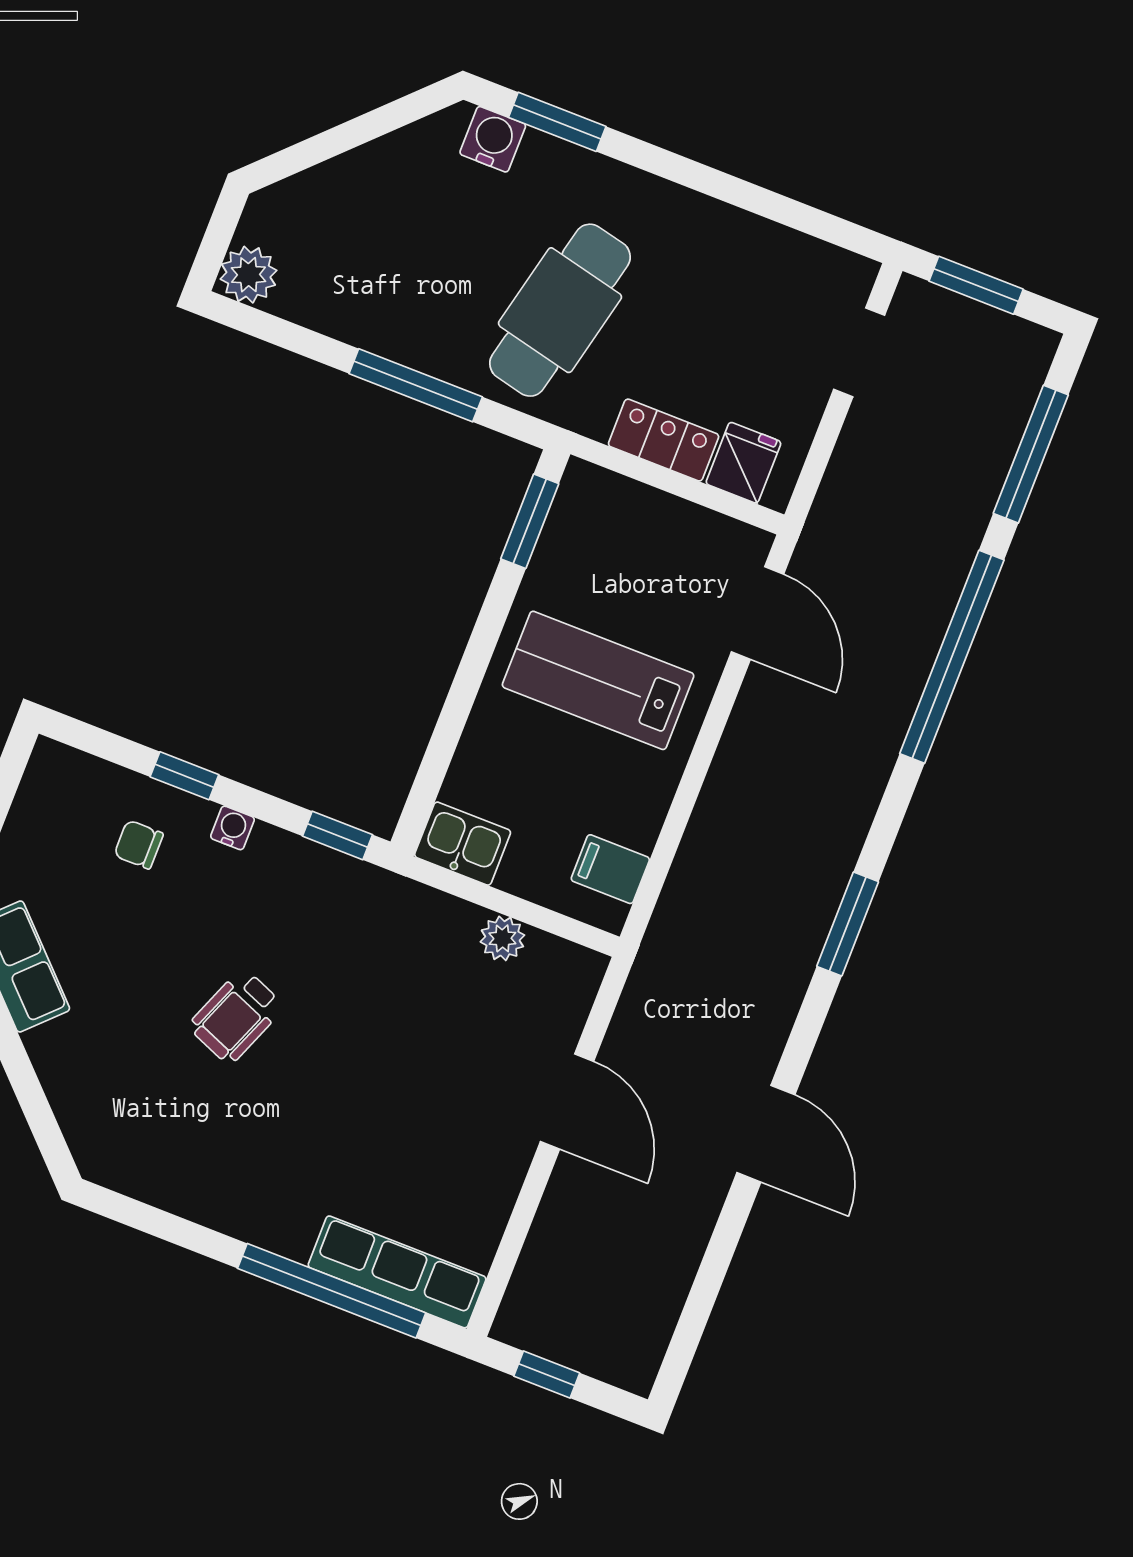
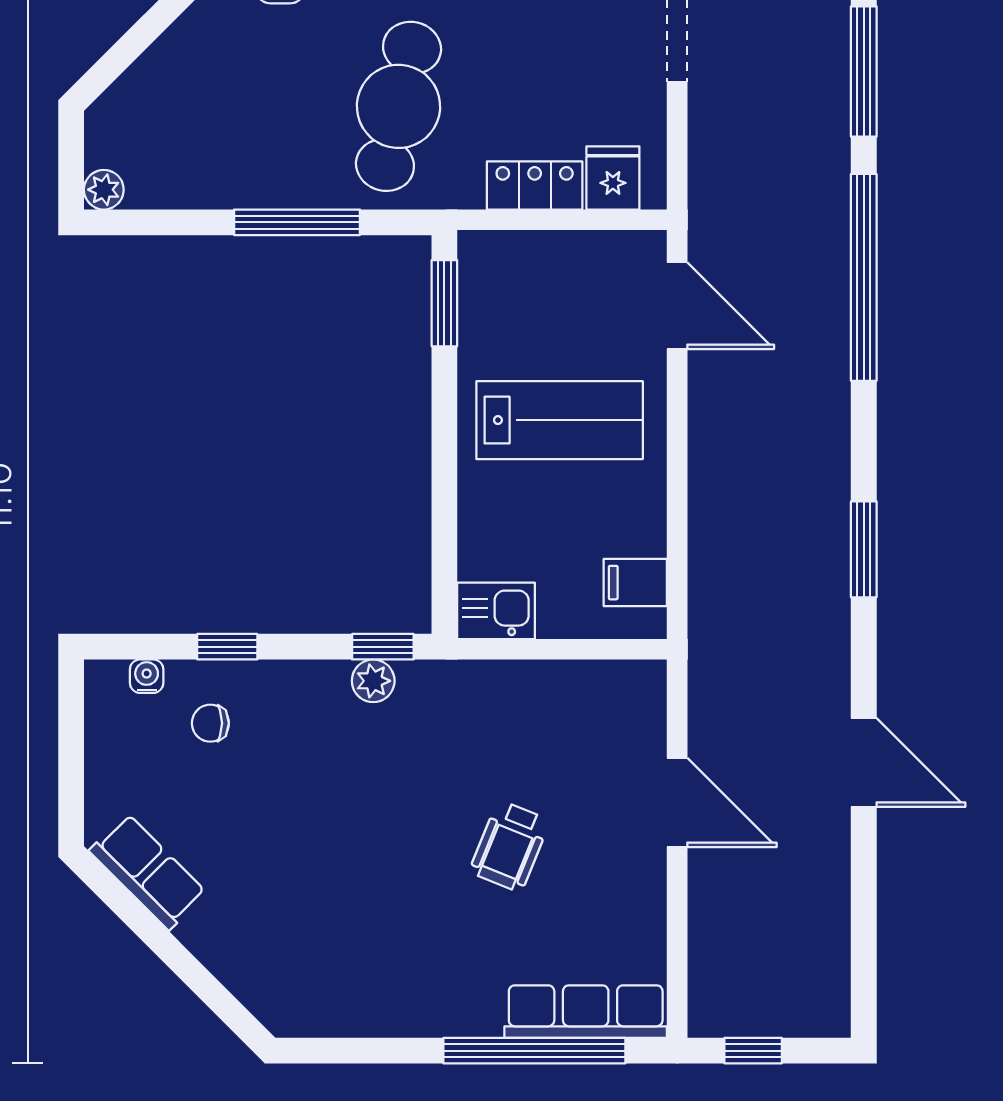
plant: (248, 275) -> (104, 190), width x0.73, depth x0.73
lab bench: (598, 680) -> (560, 420), turned 180
water cooler: (232, 828) -> (147, 676), moved
plant: (502, 938) -> (373, 681), moved
wheelchair: (236, 1016) -> (510, 846), moved

